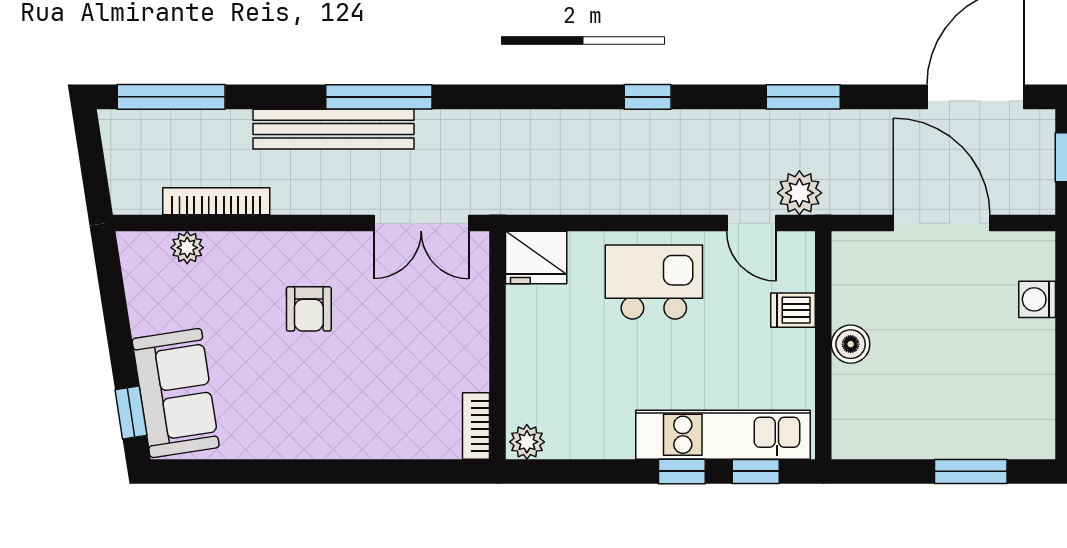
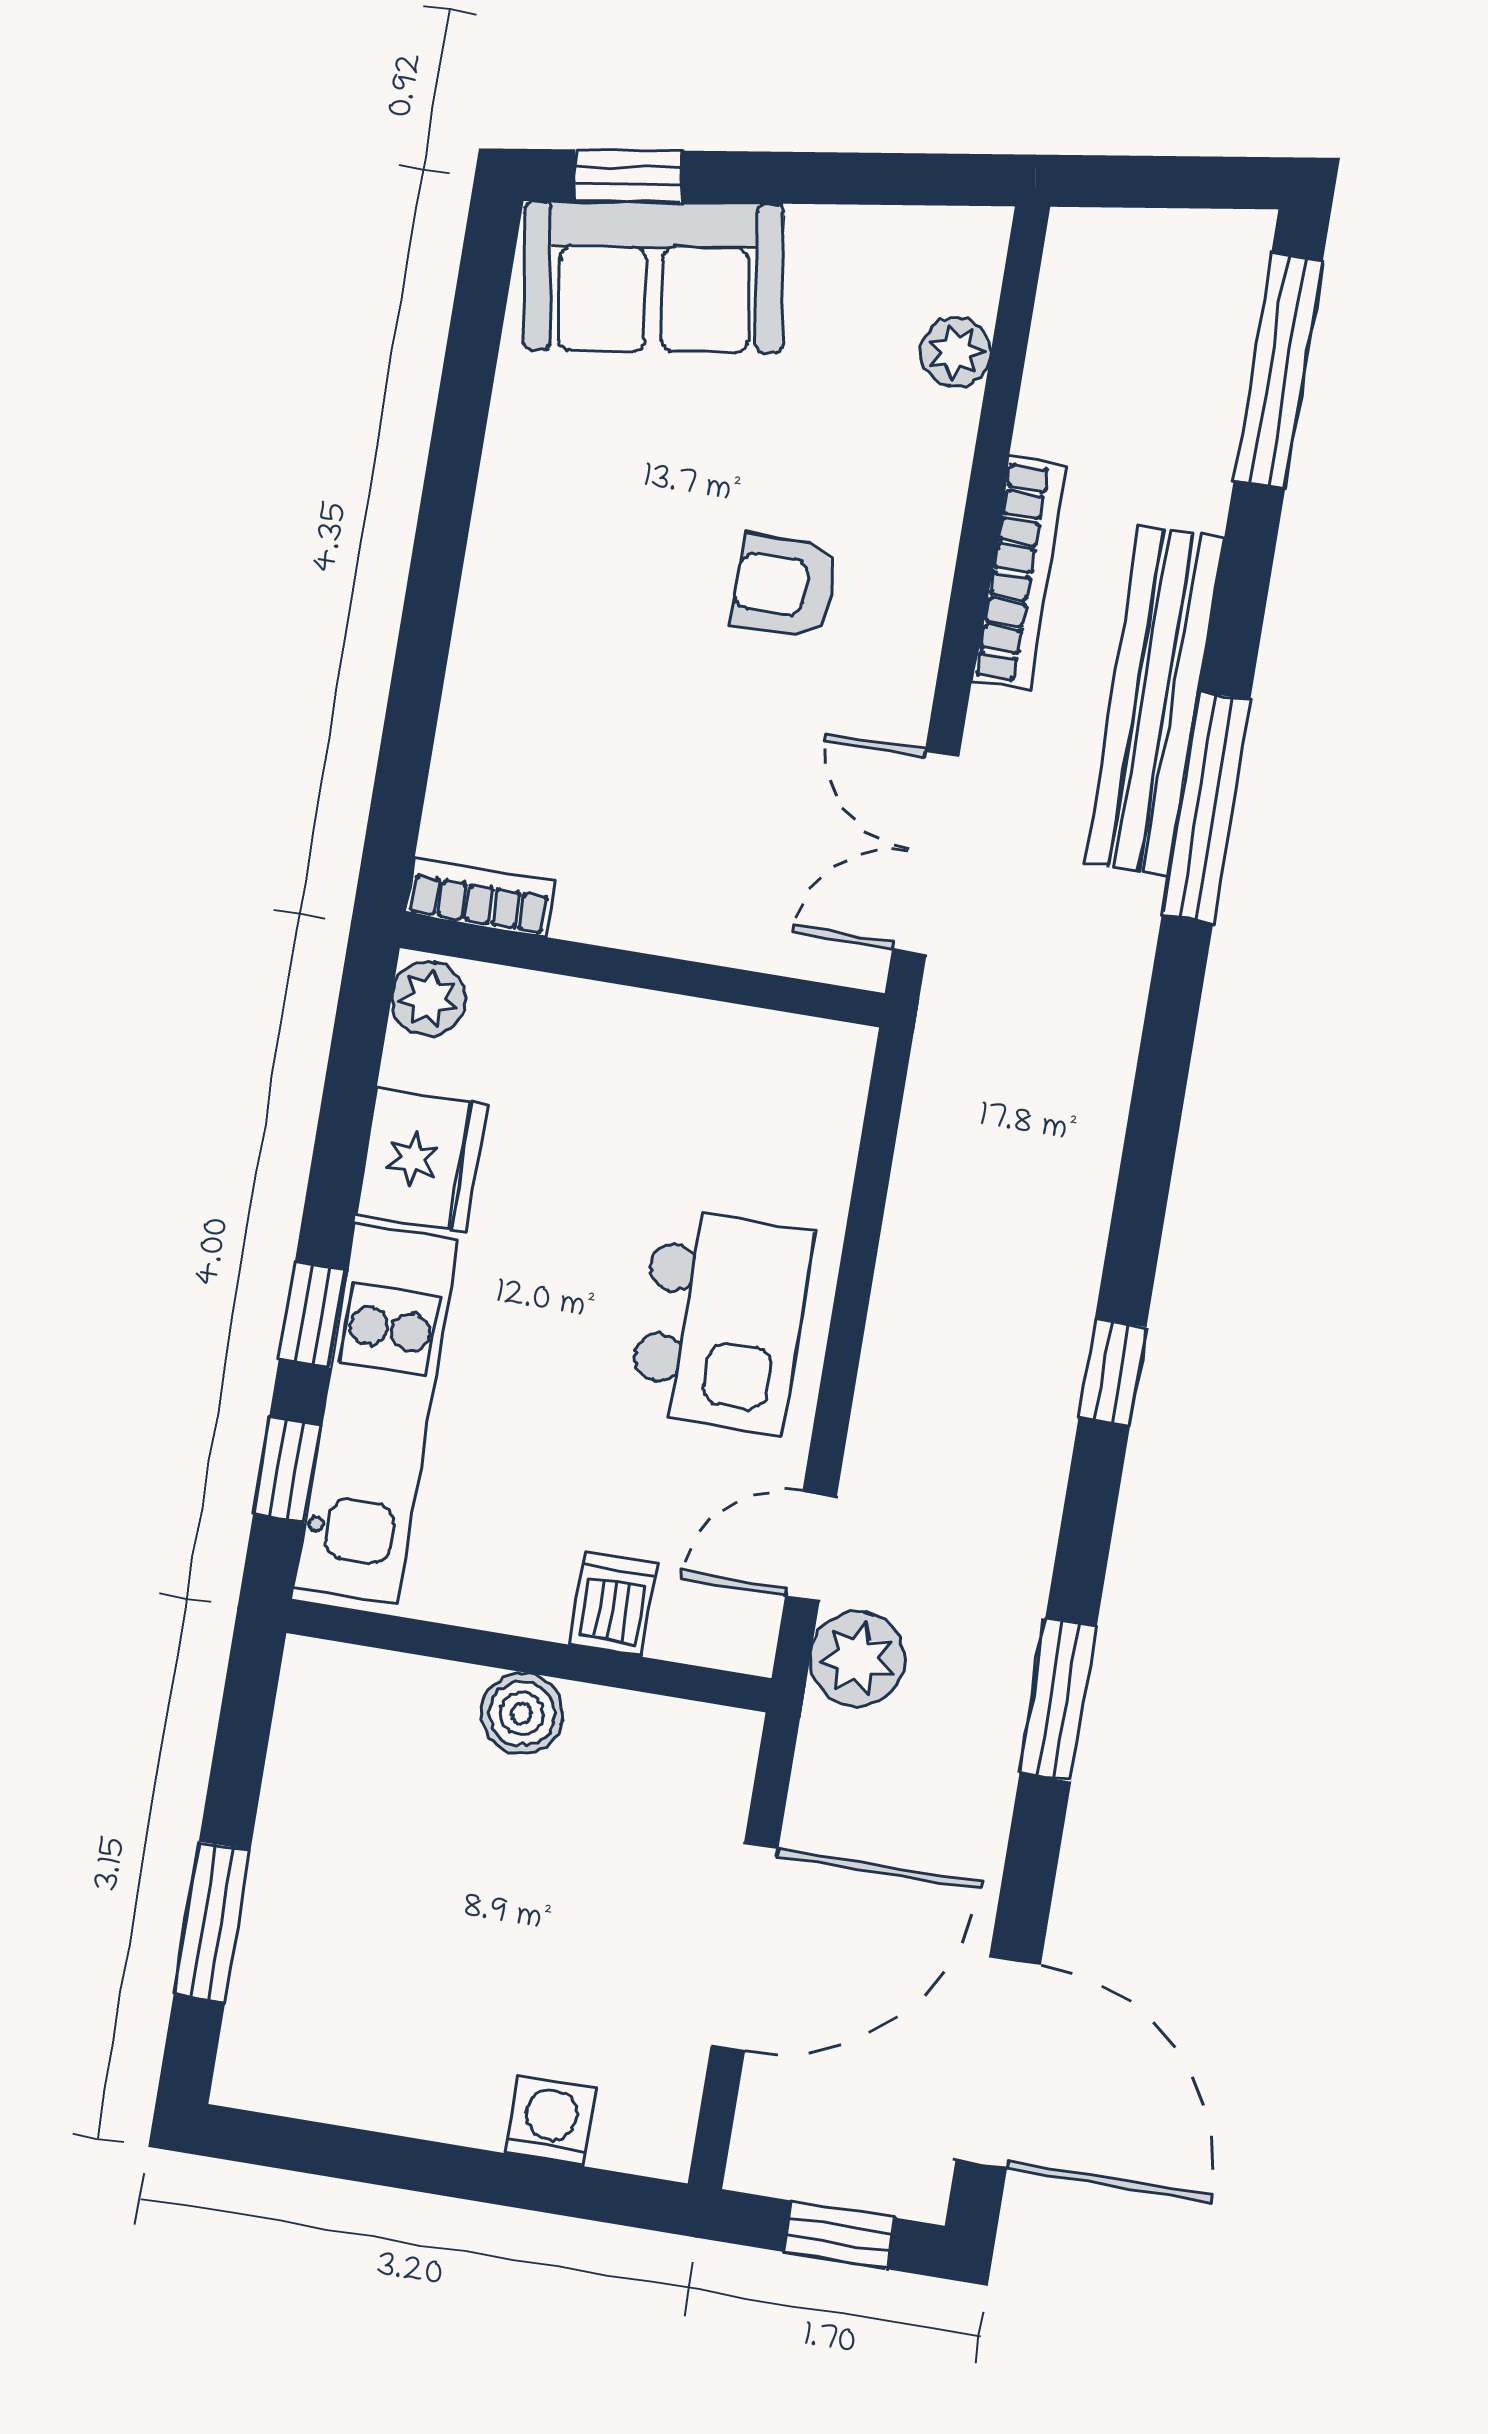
bookcase: (216, 201) -> (1019, 573), moved
fridge: (536, 258) -> (421, 1160), moved, turned 180

